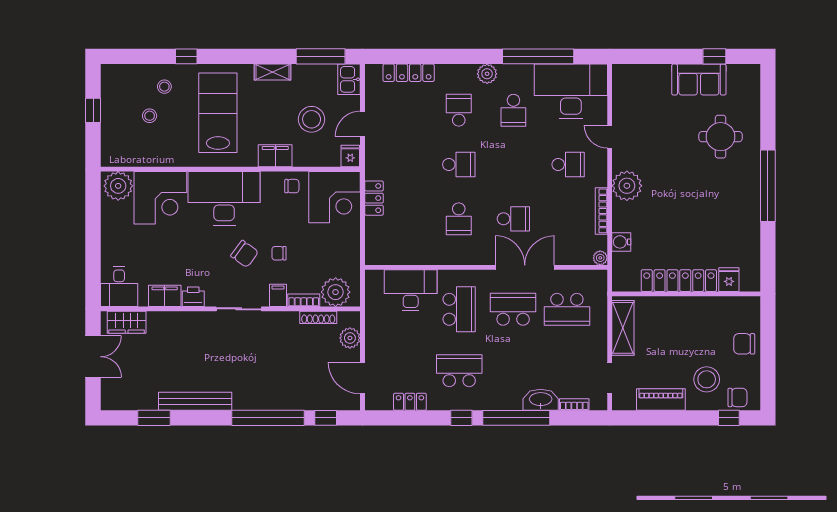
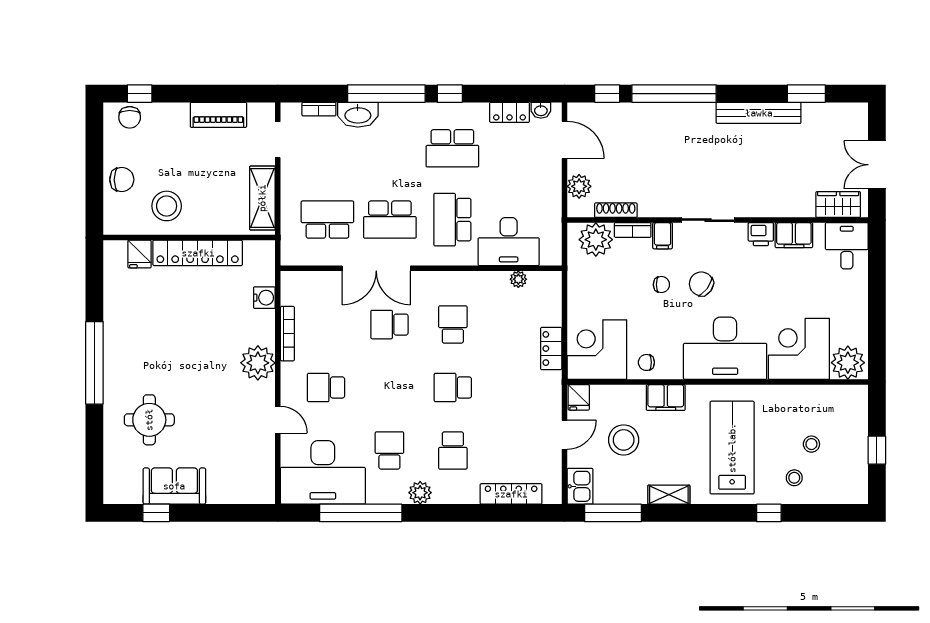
lab bench: (218, 113) -> (732, 448), turned 180
plant: (600, 258) -> (518, 279), moved
stool: (707, 379) -> (167, 206), moved
chair: (737, 397) -> (130, 117), turned -90
washbasin: (383, 404) -> (541, 110), added

